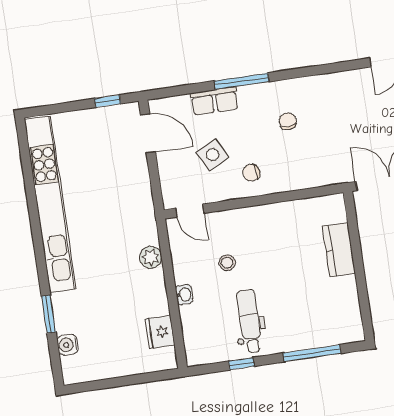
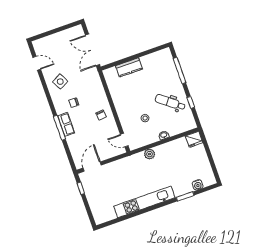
row of seats: (215, 101) -> (66, 124), moved
side table: (212, 155) -> (60, 82), moved
kitchen unit: (50, 204) -> (144, 202), width x0.73
door: (190, 211) -> (124, 140), swing flipped
dental chair: (250, 321) -> (170, 102), turned 38
fridge: (160, 332) -> (194, 139), moved

